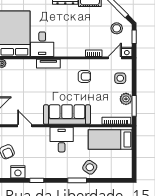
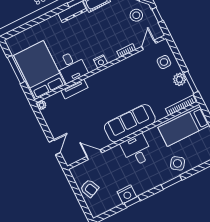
nightstand: (127, 52) -> (101, 62), moved
tv unit: (48, 64) -> (74, 89), moved
armchair: (84, 76) -> (128, 78), removed
nightstand: (18, 172) -> (127, 194), moved

